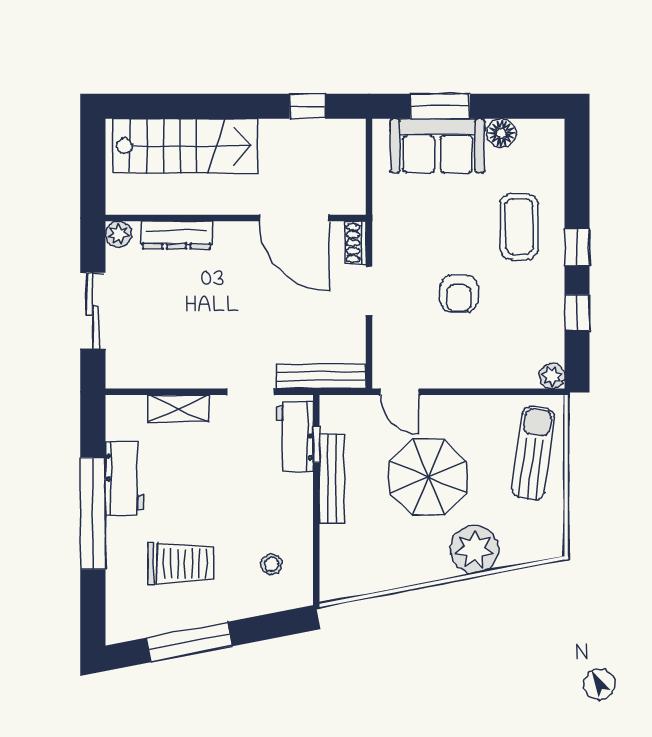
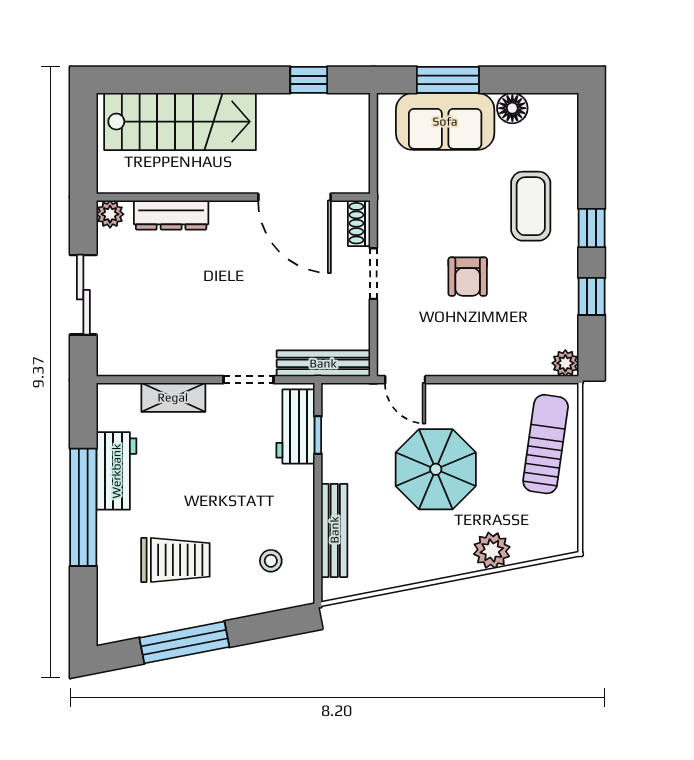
bench: (332, 478) -> (334, 530), moved
plant: (474, 549) -> (492, 550), width x0.73, depth x0.73

